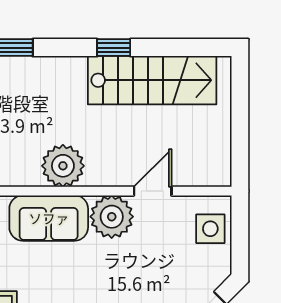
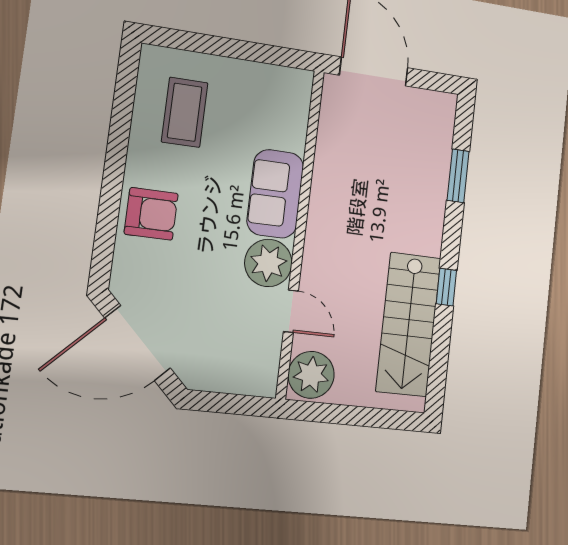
plant: (63, 166) -> (311, 375), moved
side table: (210, 229) -> (242, 371), removed

